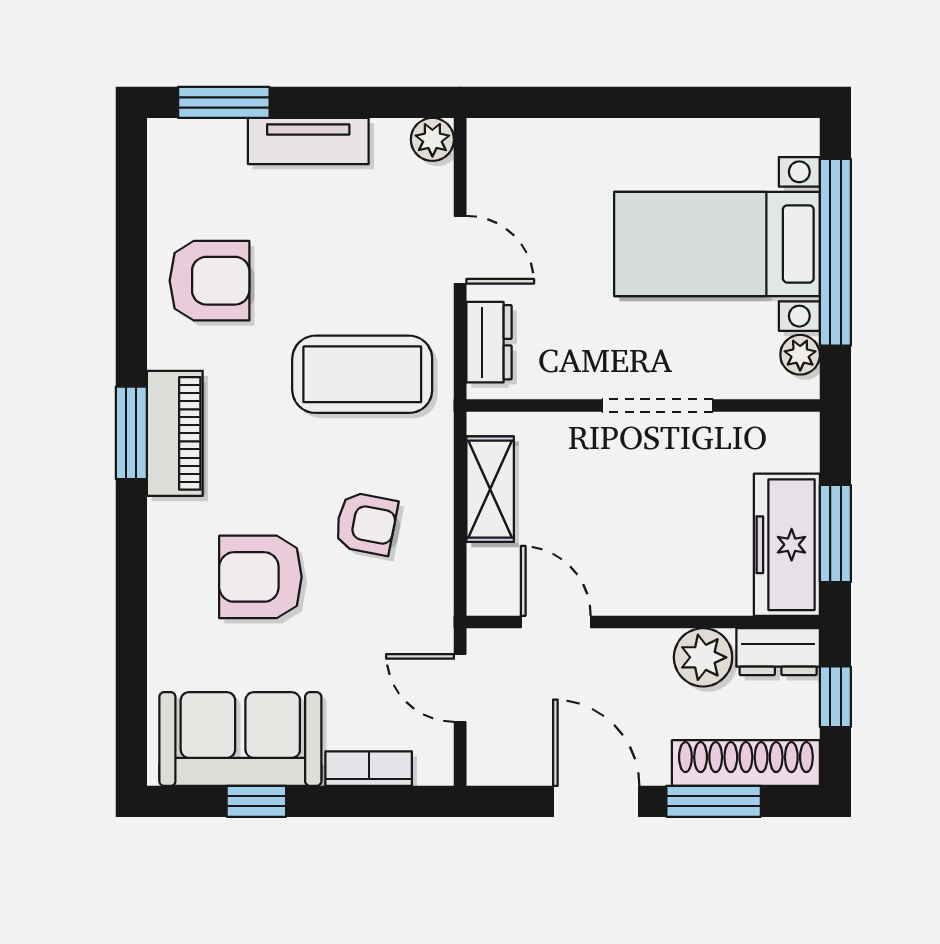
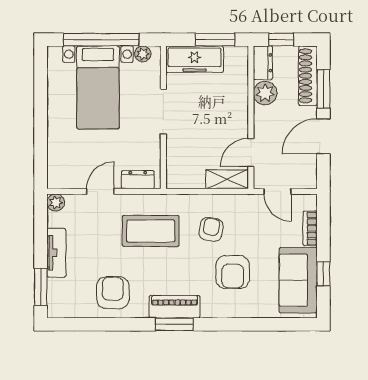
coffee table: (362, 374) -> (151, 231), turned 90
shelving: (490, 489) -> (227, 179), moved
freezer: (787, 545) -> (195, 59), moved
door: (460, 688) -> (278, 191), hinge flipped

